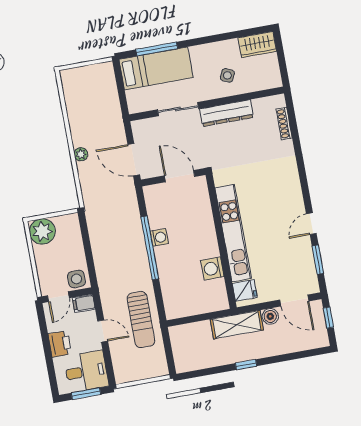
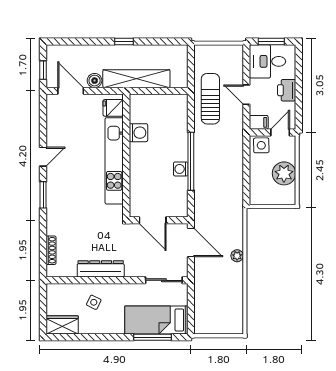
sliding door: (178, 109) -> (164, 280), moved
plant: (42, 231) -> (284, 173), moved
window: (318, 260) -> (43, 195), moved
shelving: (237, 325) -> (136, 79), width x1.47

